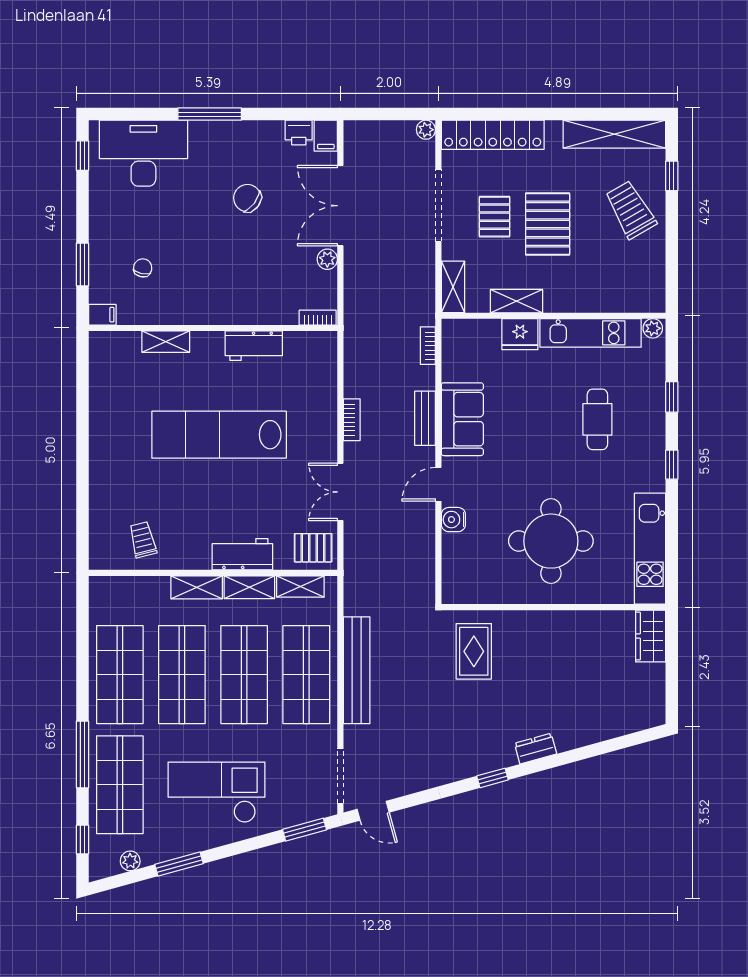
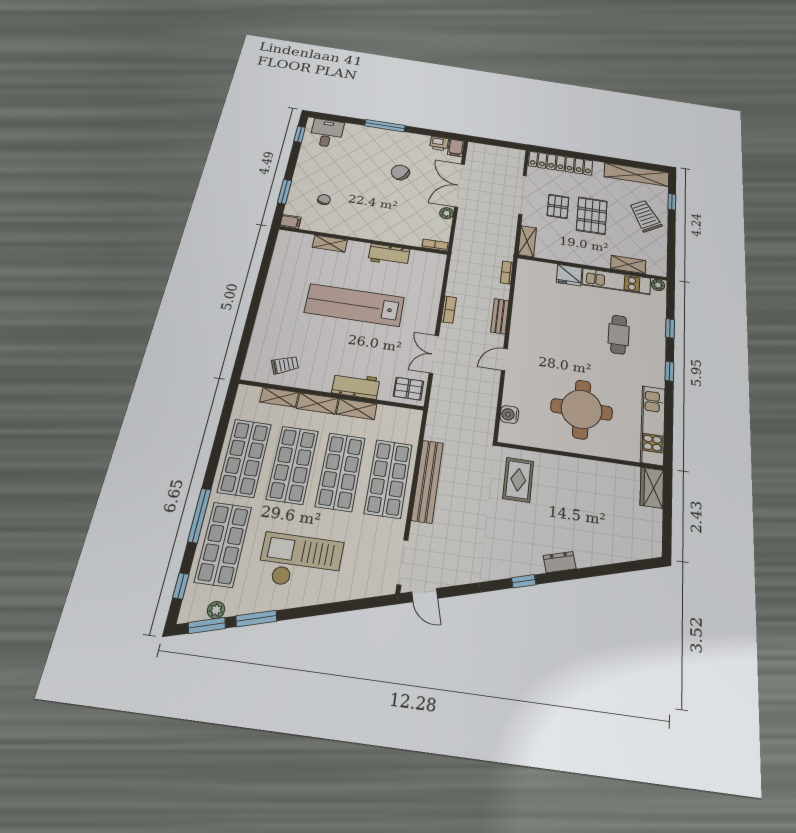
plant: (426, 130) -> (519, 154), removed
desk: (143, 153) -> (327, 133), width x0.53, depth x0.77
shelving: (516, 301) -> (628, 265), moved
sofa: (462, 419) -> (525, 321), removed
water cooler: (453, 520) -> (509, 415), moved
trolley: (143, 540) -> (285, 365), turned 82
shelving: (300, 587) -> (279, 397), moved
window: (305, 830) -> (207, 625), moved

